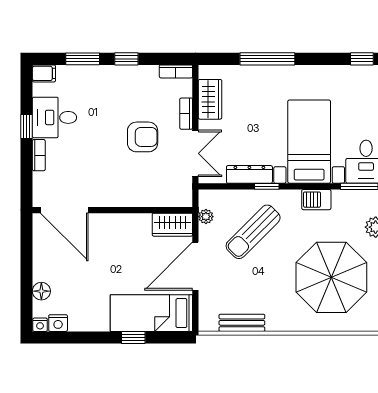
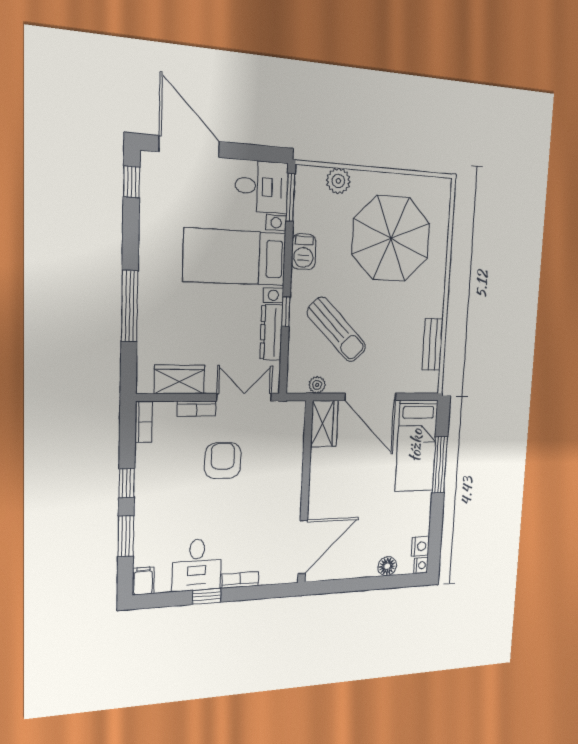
window: (133, 337) -> (440, 465), width x2.17

